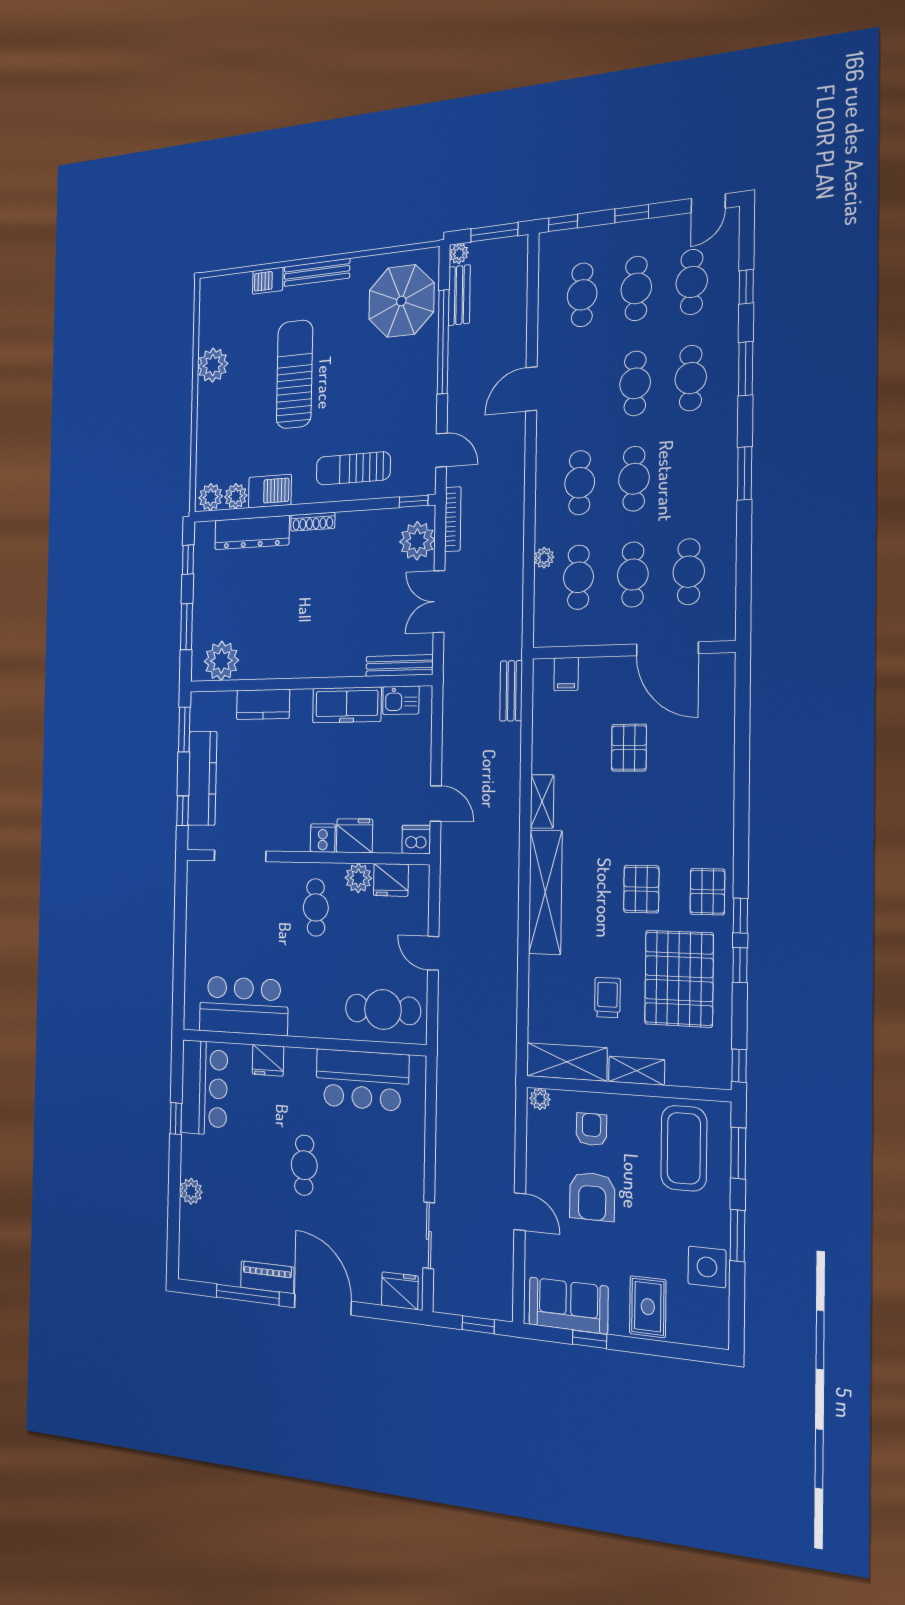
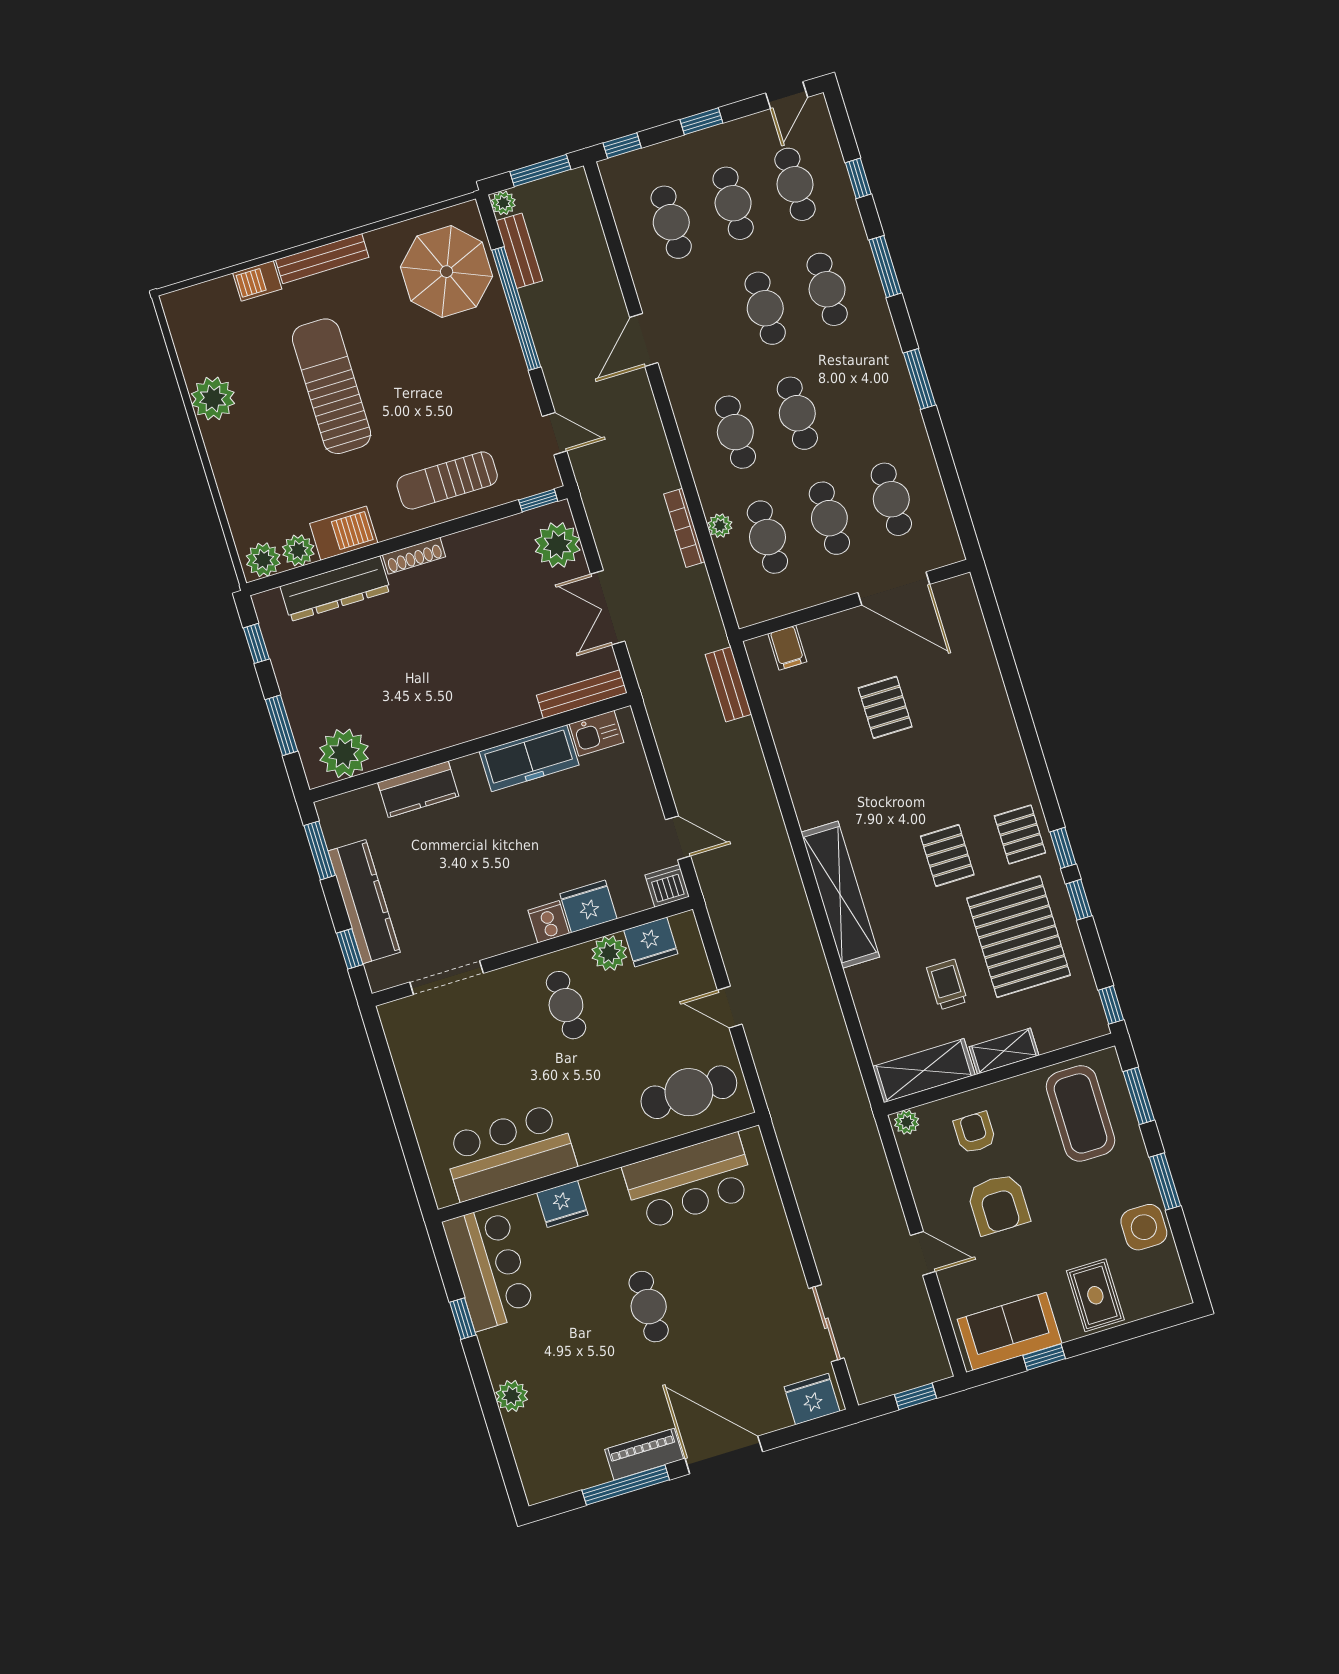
bookcase: (453, 519) -> (684, 528), moved, turned 180
shelving: (542, 801) -> (804, 796), removed

